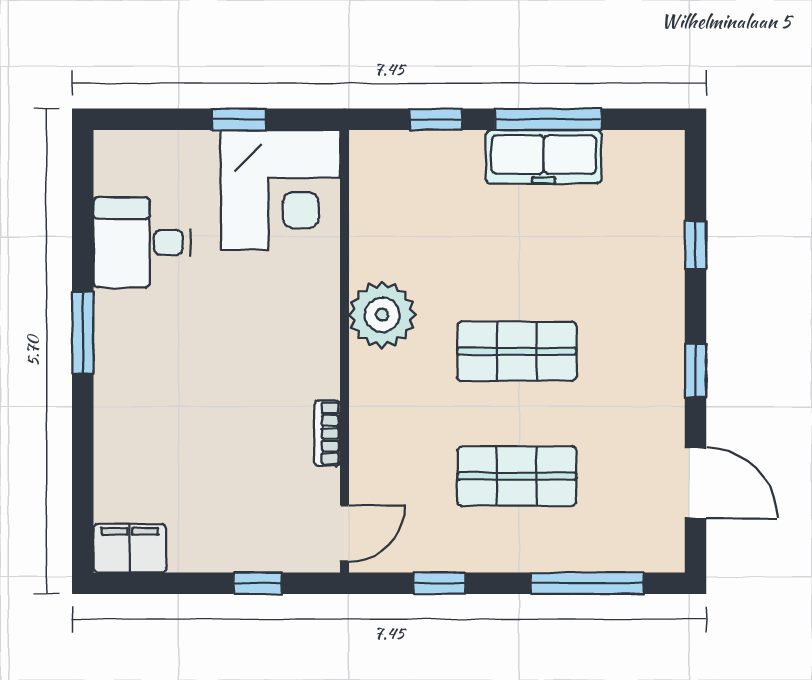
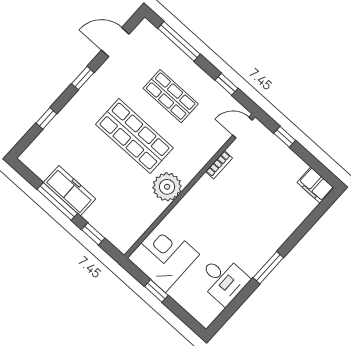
shop shelf: (517, 351) -> (134, 136), width x1.43, depth x1.36
door: (696, 483) -> (115, 42), hinge flipped

